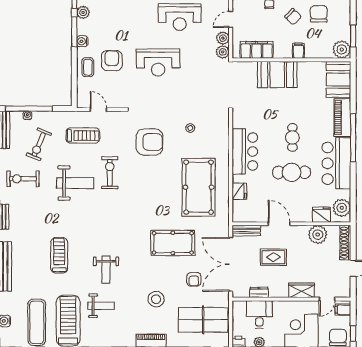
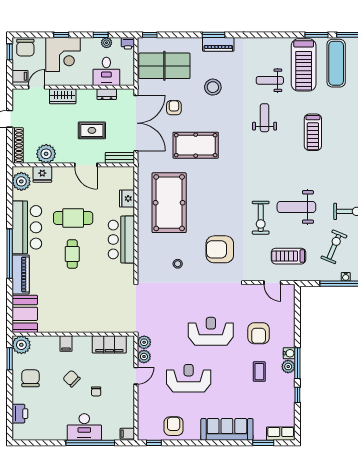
plant: (83, 12) -> (288, 367), moved
chair: (319, 14) -> (30, 378), moved, turned 180
coffee table: (88, 67) -> (259, 372), moved
booth: (277, 75) -> (88, 319), removed

